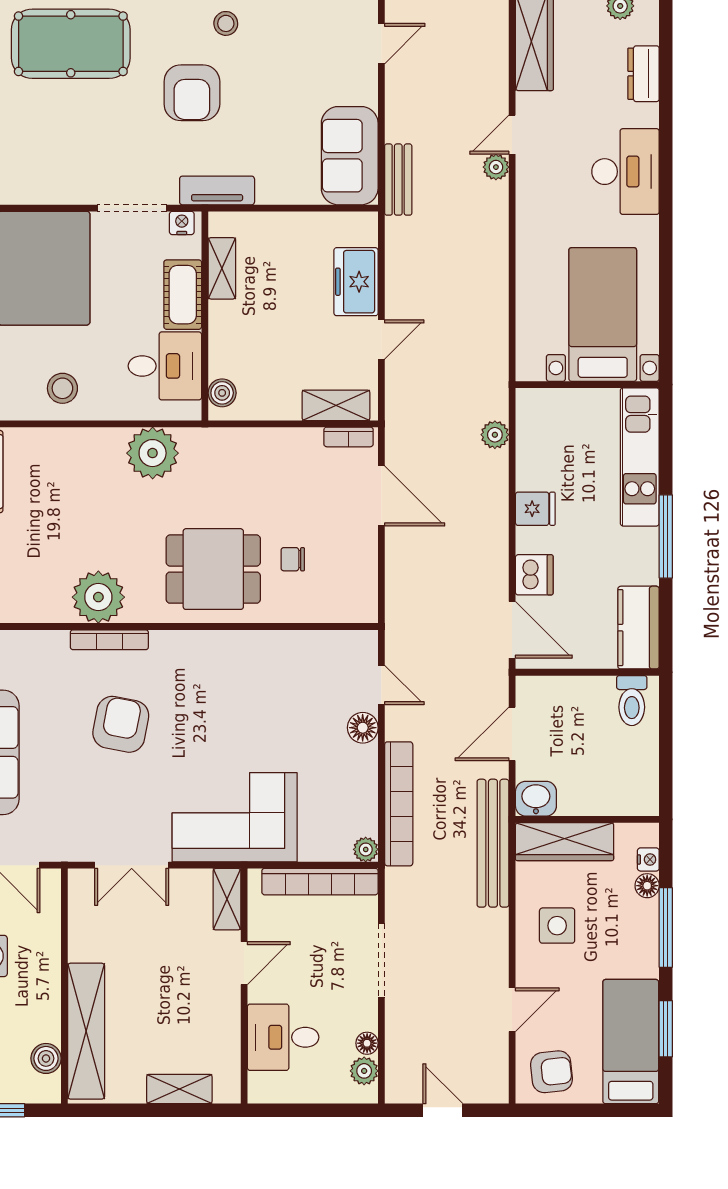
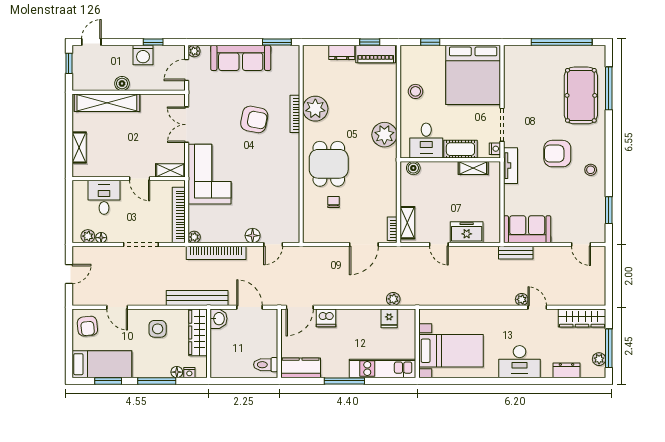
fridge: (535, 509) -> (389, 318), moved
boiler: (46, 1058) -> (122, 84), moved

